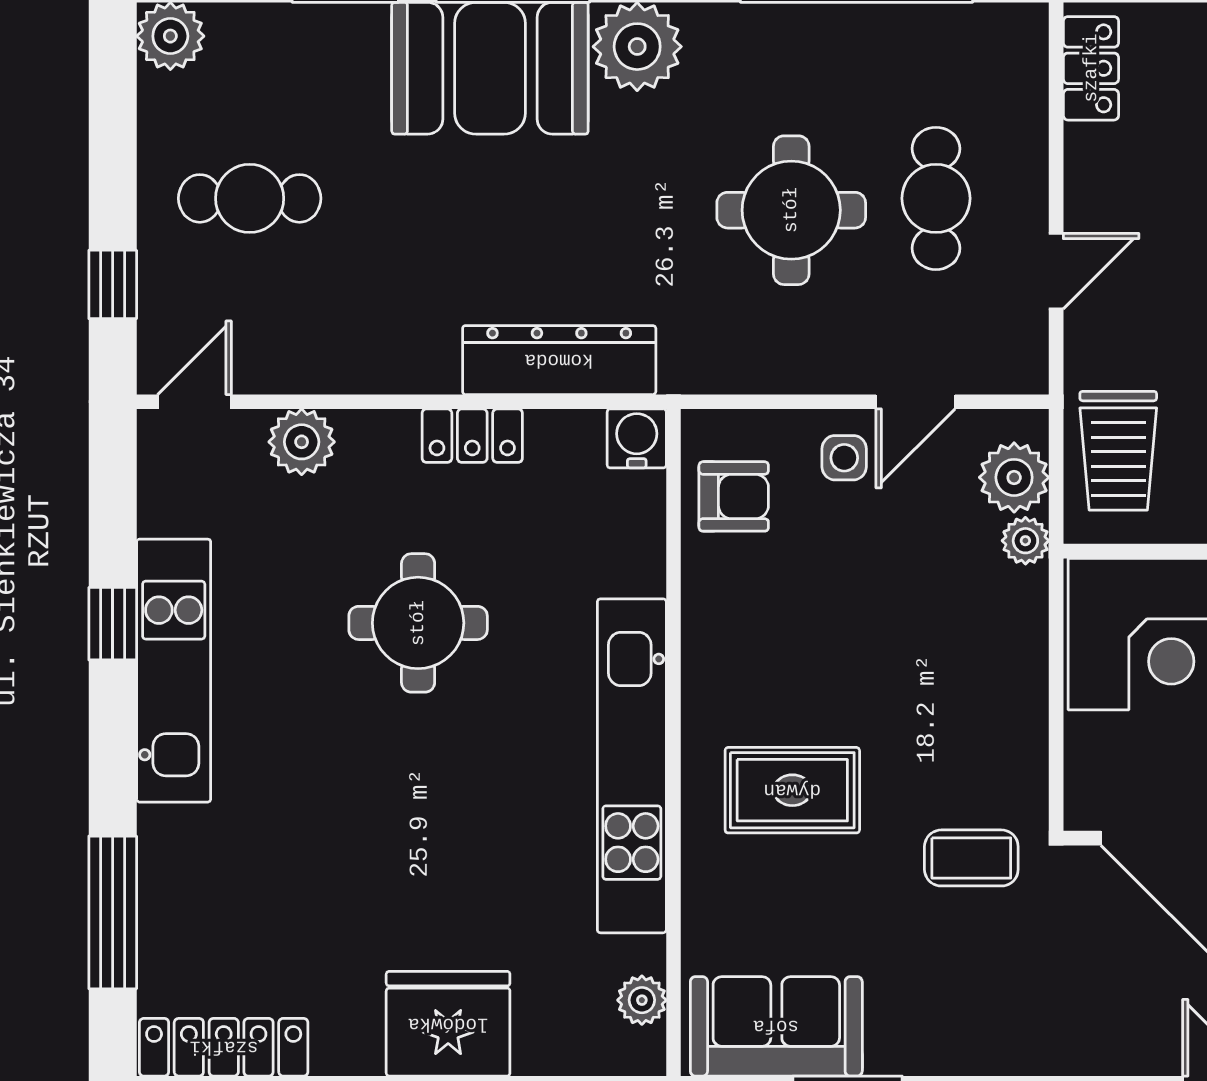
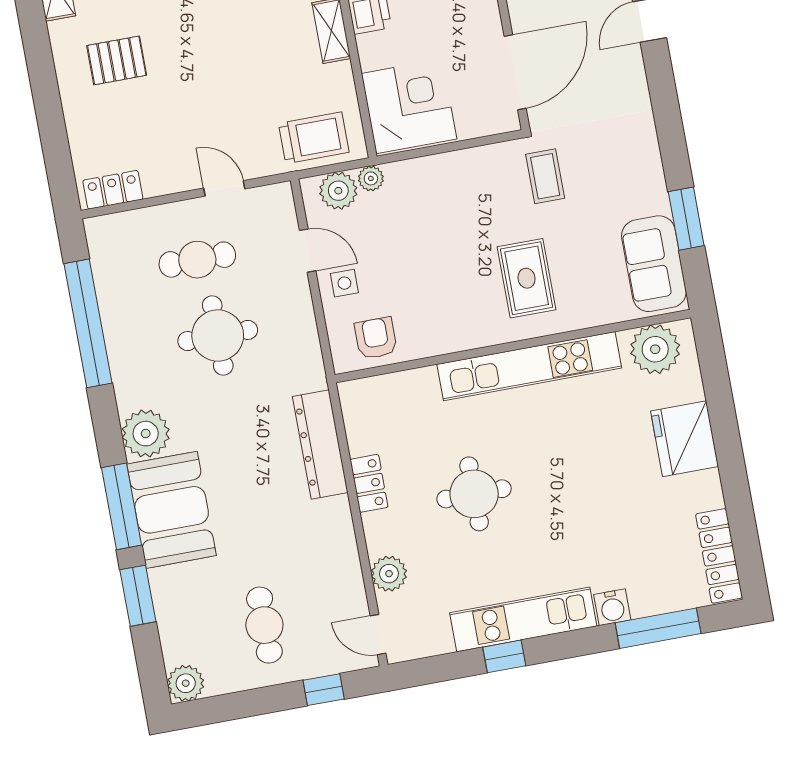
water cooler: (637, 438) -> (612, 607), moved, turned -90
plant: (642, 1000) -> (655, 349), width x1.87, depth x1.87

